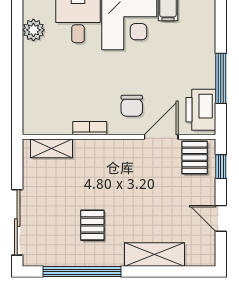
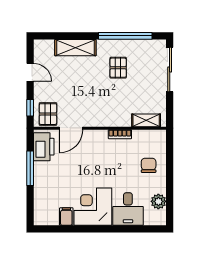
chair: (132, 106) -> (149, 165), moved

